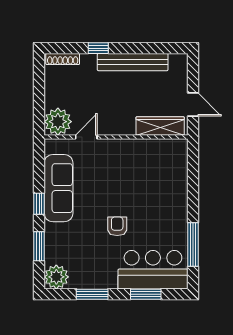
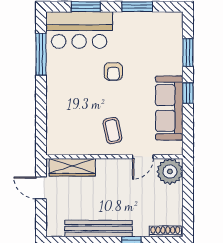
coffee table: (118, 164) -> (112, 131), added
plant: (56, 277) -> (171, 23), removed

